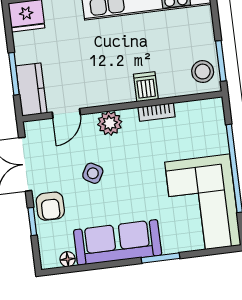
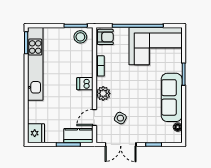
dishwasher: (146, 87) -> (85, 84), moved
door: (66, 113) -> (94, 117), swing flipped
side table: (93, 173) -> (120, 118), moved
armchair: (50, 206) -> (105, 37), moved

